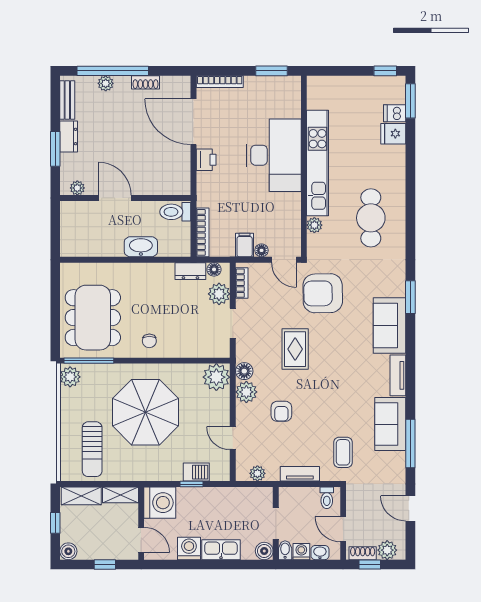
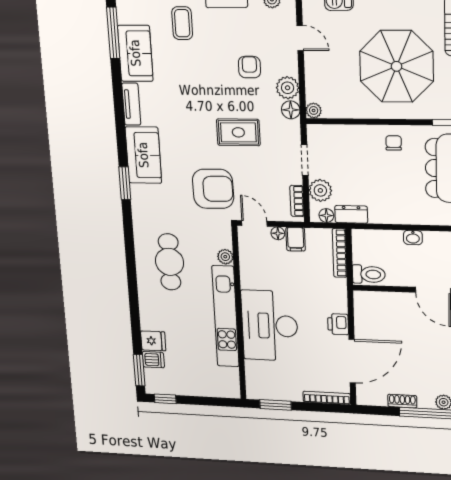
door: (194, 122) -> (352, 361), hinge flipped
washbasin: (141, 247) -> (413, 238), width x0.52, depth x0.69
rug: (295, 349) -> (238, 132), turned 90
plant: (216, 377) -> (314, 110), width x0.53, depth x0.53

